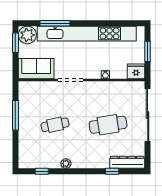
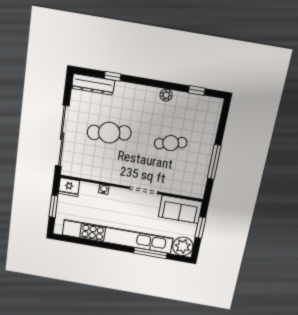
window: (15, 43) -> (200, 228), moved

